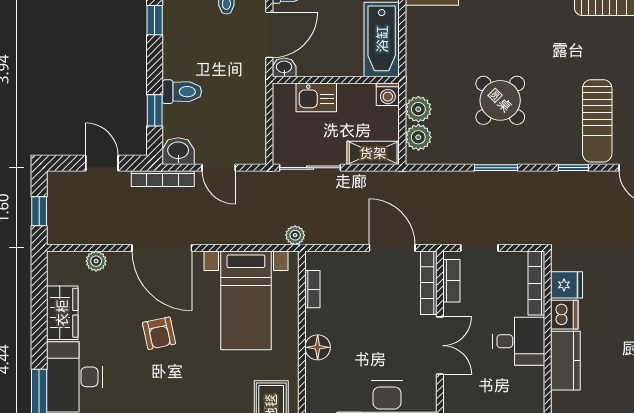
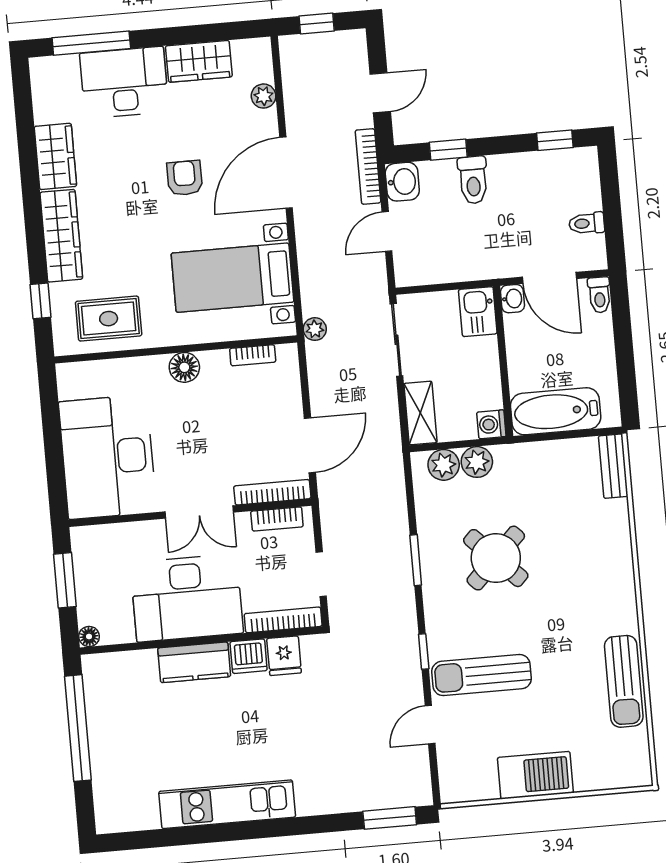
kitchen sink: (316, 97) -> (478, 312), moved
doorway: (479, 248) -> (321, 574), moved
armchair: (159, 333) -> (185, 178), turned 102
desk: (519, 341) -> (187, 598), width x1.87, depth x1.30

